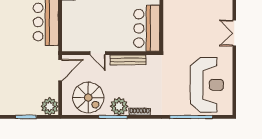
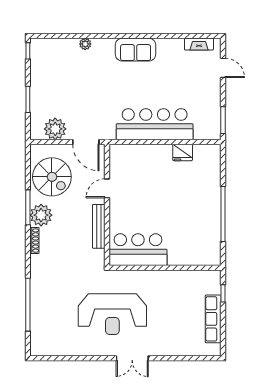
double door: (234, 33) -> (132, 358), swing flipped
reception desk: (207, 85) -> (112, 314), moved
spiral stairs: (88, 98) -> (52, 177), turned -90
plant: (50, 106) -> (55, 129), moved

